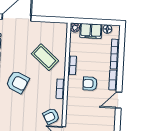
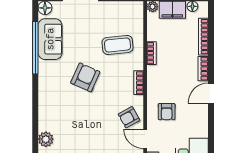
coffee table: (45, 57) -> (118, 45), turned -47
armchair: (17, 82) -> (85, 77), turned -91
armchair: (90, 84) -> (167, 112), moved, turned -90

